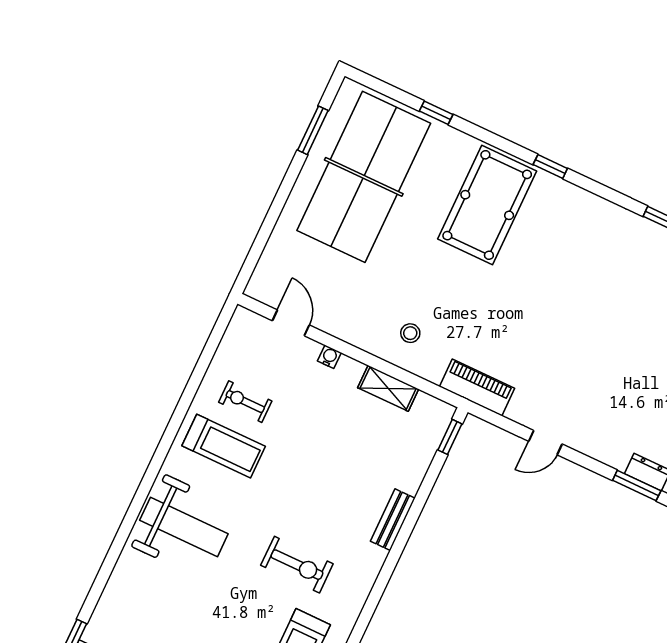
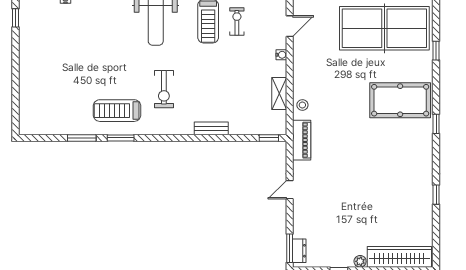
stool: (410, 333) -> (302, 105), moved
door: (545, 443) -> (290, 190), hinge flipped

